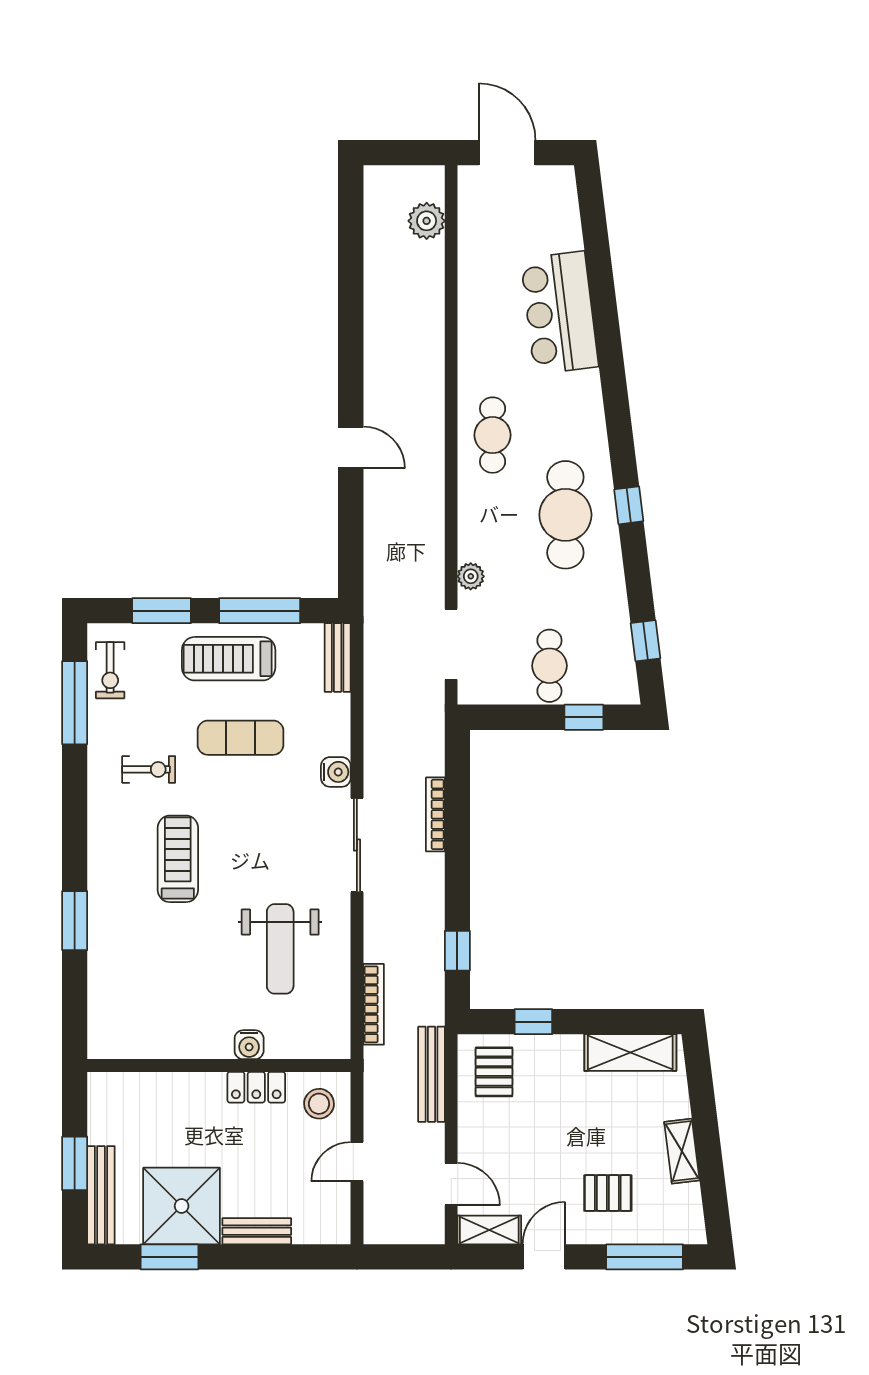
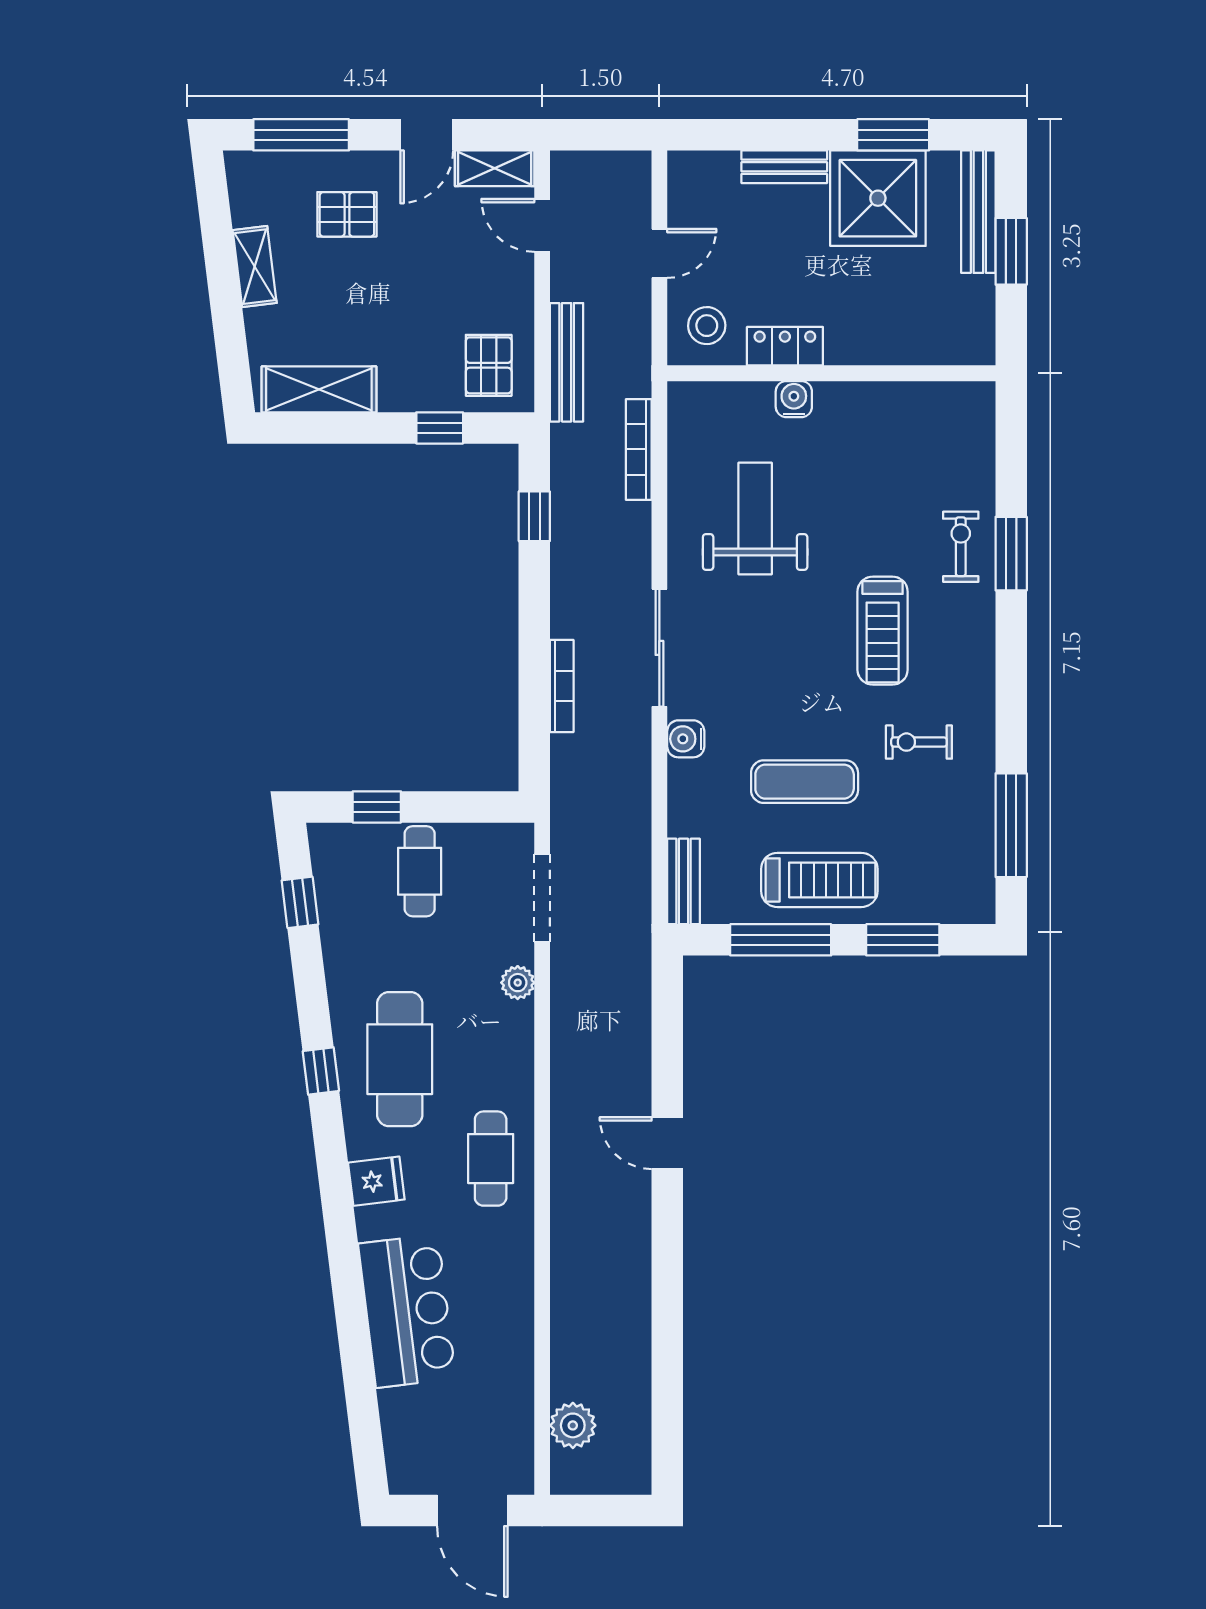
fridge: (584, 417) -> (376, 1181), added
exercise bike: (110, 670) -> (961, 547), moved

